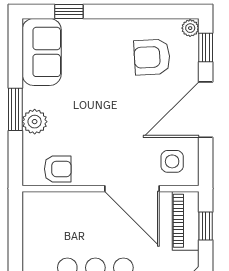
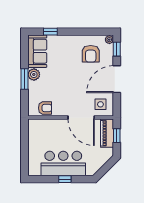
armchair: (152, 57) -> (91, 54), turned -87
plant: (35, 122) -> (34, 74), moved

